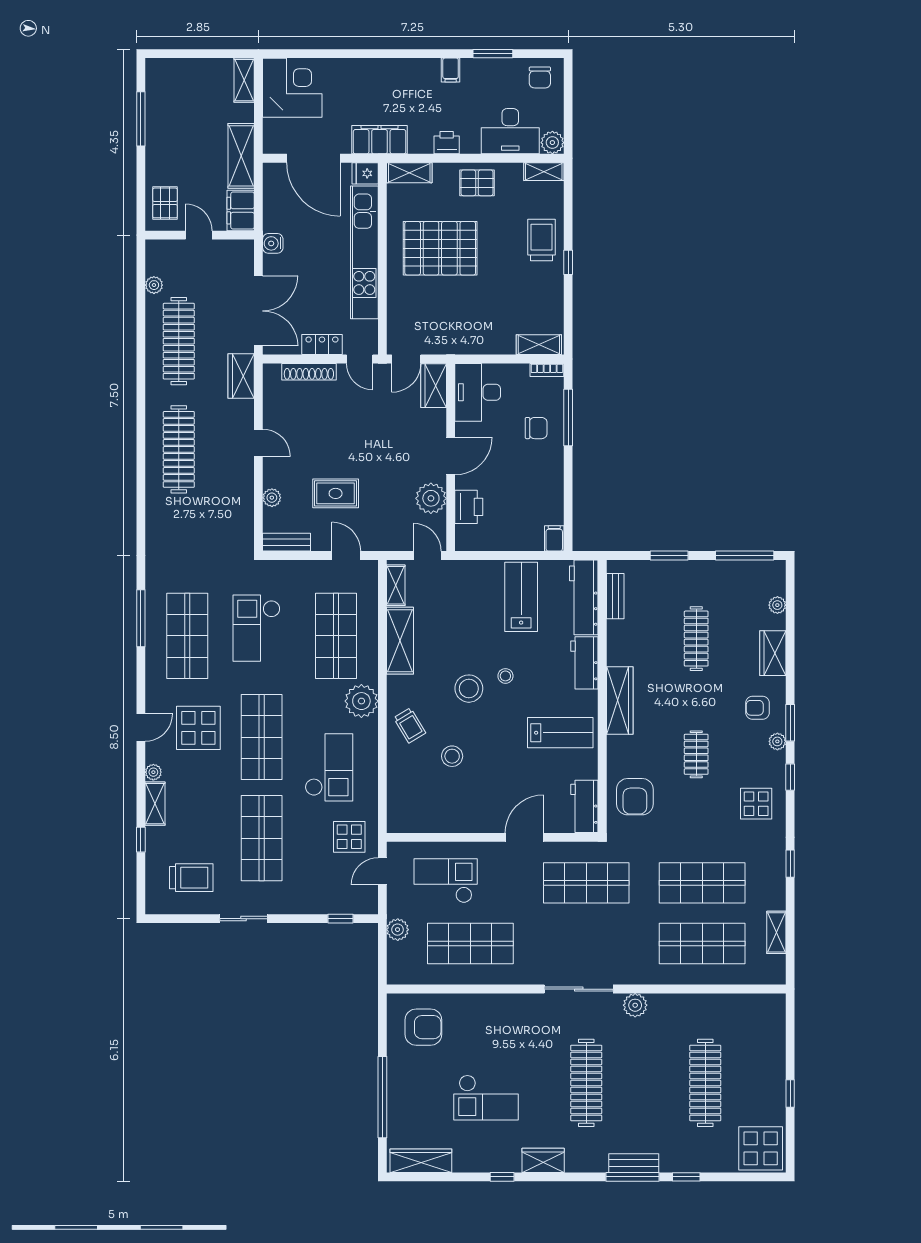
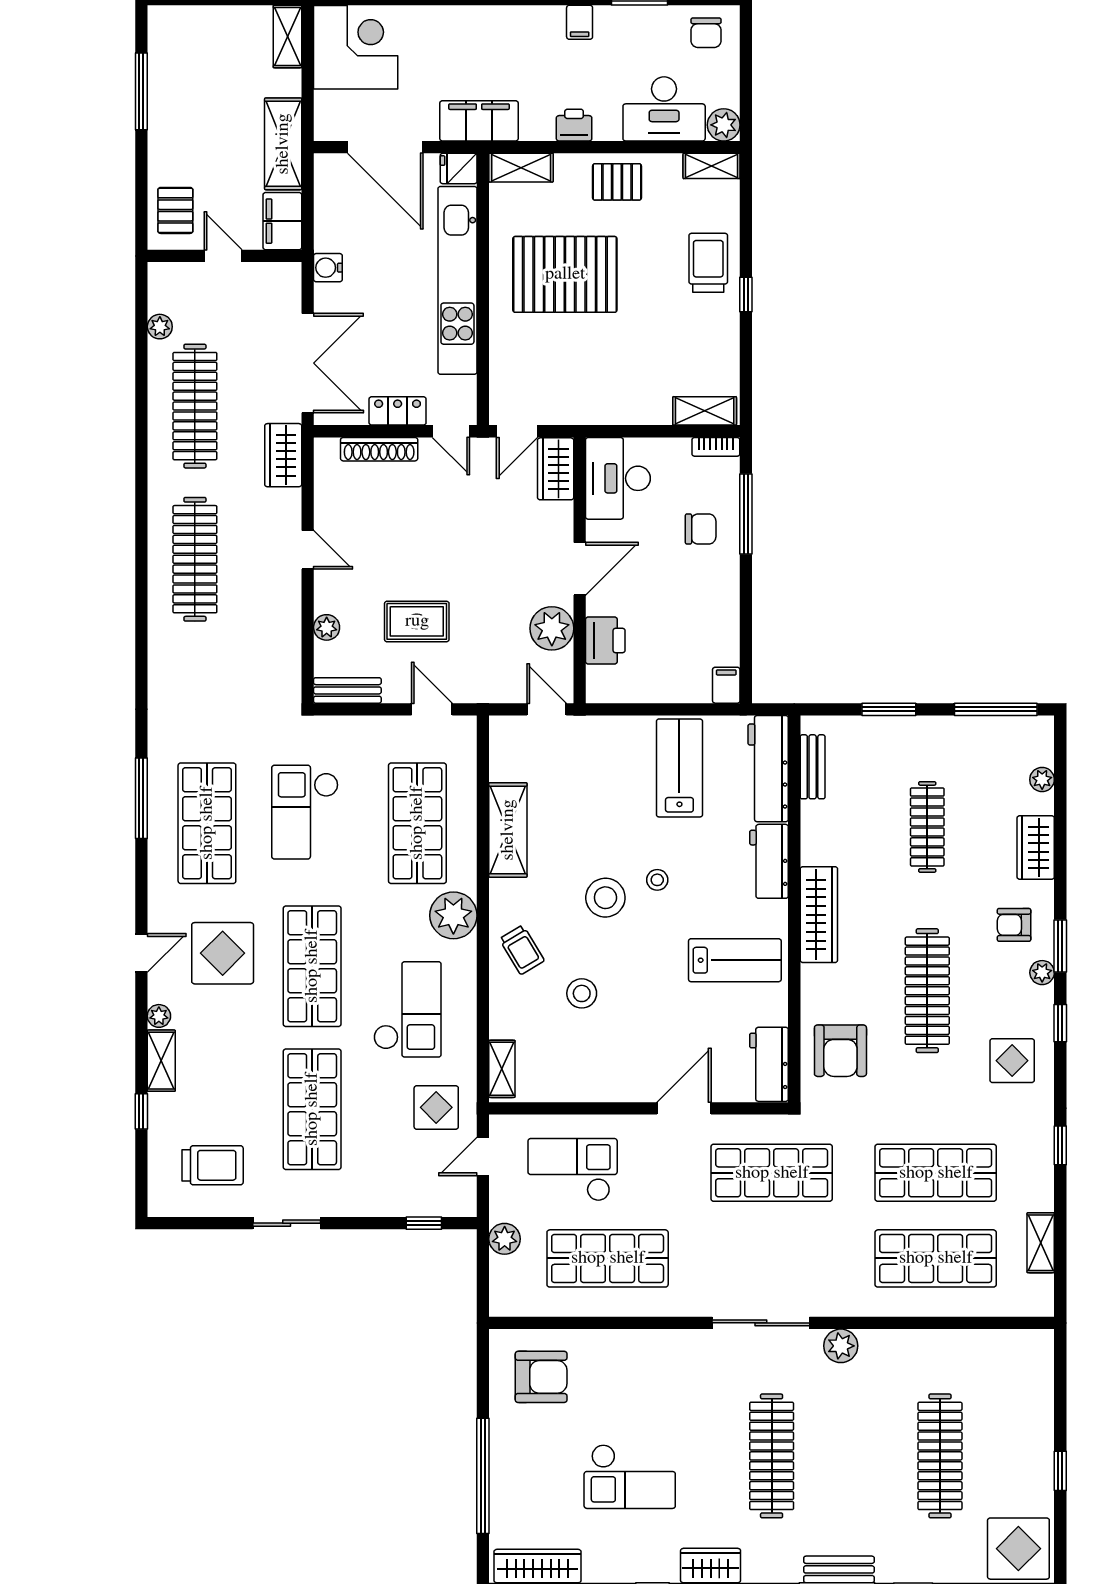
shelving: (396, 585) -> (502, 1069), moved
clothes rail: (696, 754) -> (927, 991), width x1.86, depth x1.31

